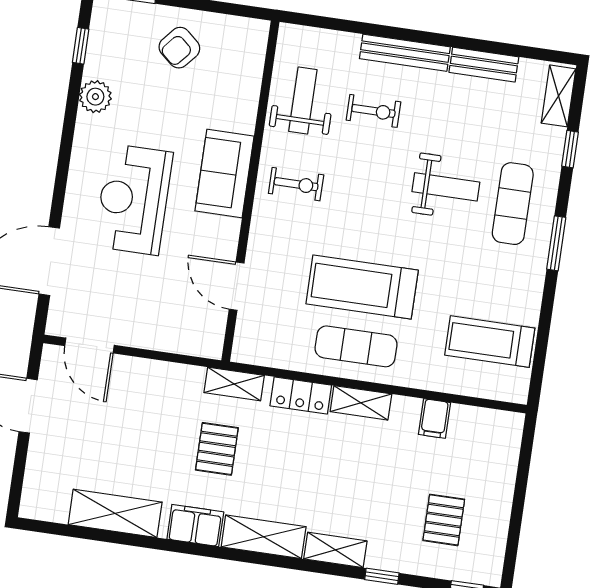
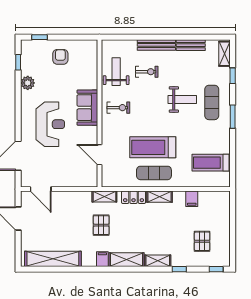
armchair: (179, 48) -> (60, 57), turned 139
reception desk: (134, 199) -> (50, 124), turned 180
shelving: (115, 513) -> (53, 259), width x1.47
filing cabinet: (195, 525) -> (102, 259), width x0.50

